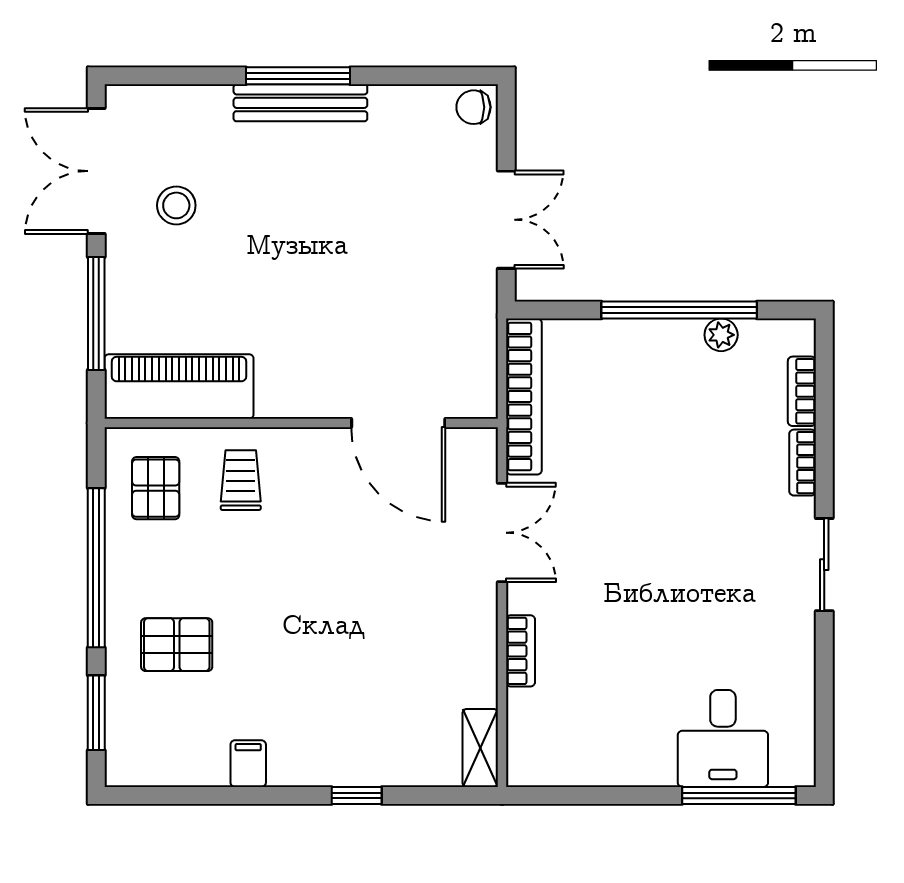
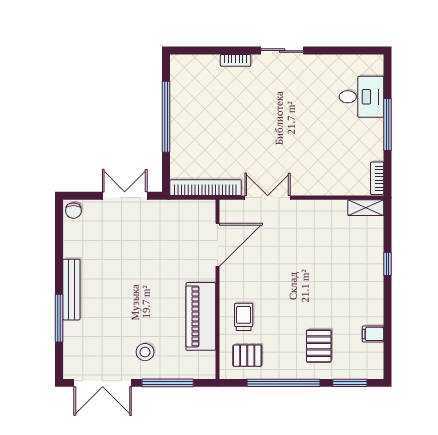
window: (298, 76) -> (59, 318), moved
stool: (176, 205) -> (145, 352), moved
plant: (721, 335) -> (177, 98), removed
piano: (179, 386) -> (201, 316), moved
bookcase: (802, 391) -> (203, 61), removed
trolley: (241, 480) -> (244, 317), turned 90
bookcase: (521, 651) -> (377, 178), moved, turned -90
filing cabinet: (248, 764) -> (373, 334), moved
window: (739, 795) -> (388, 124), moved

